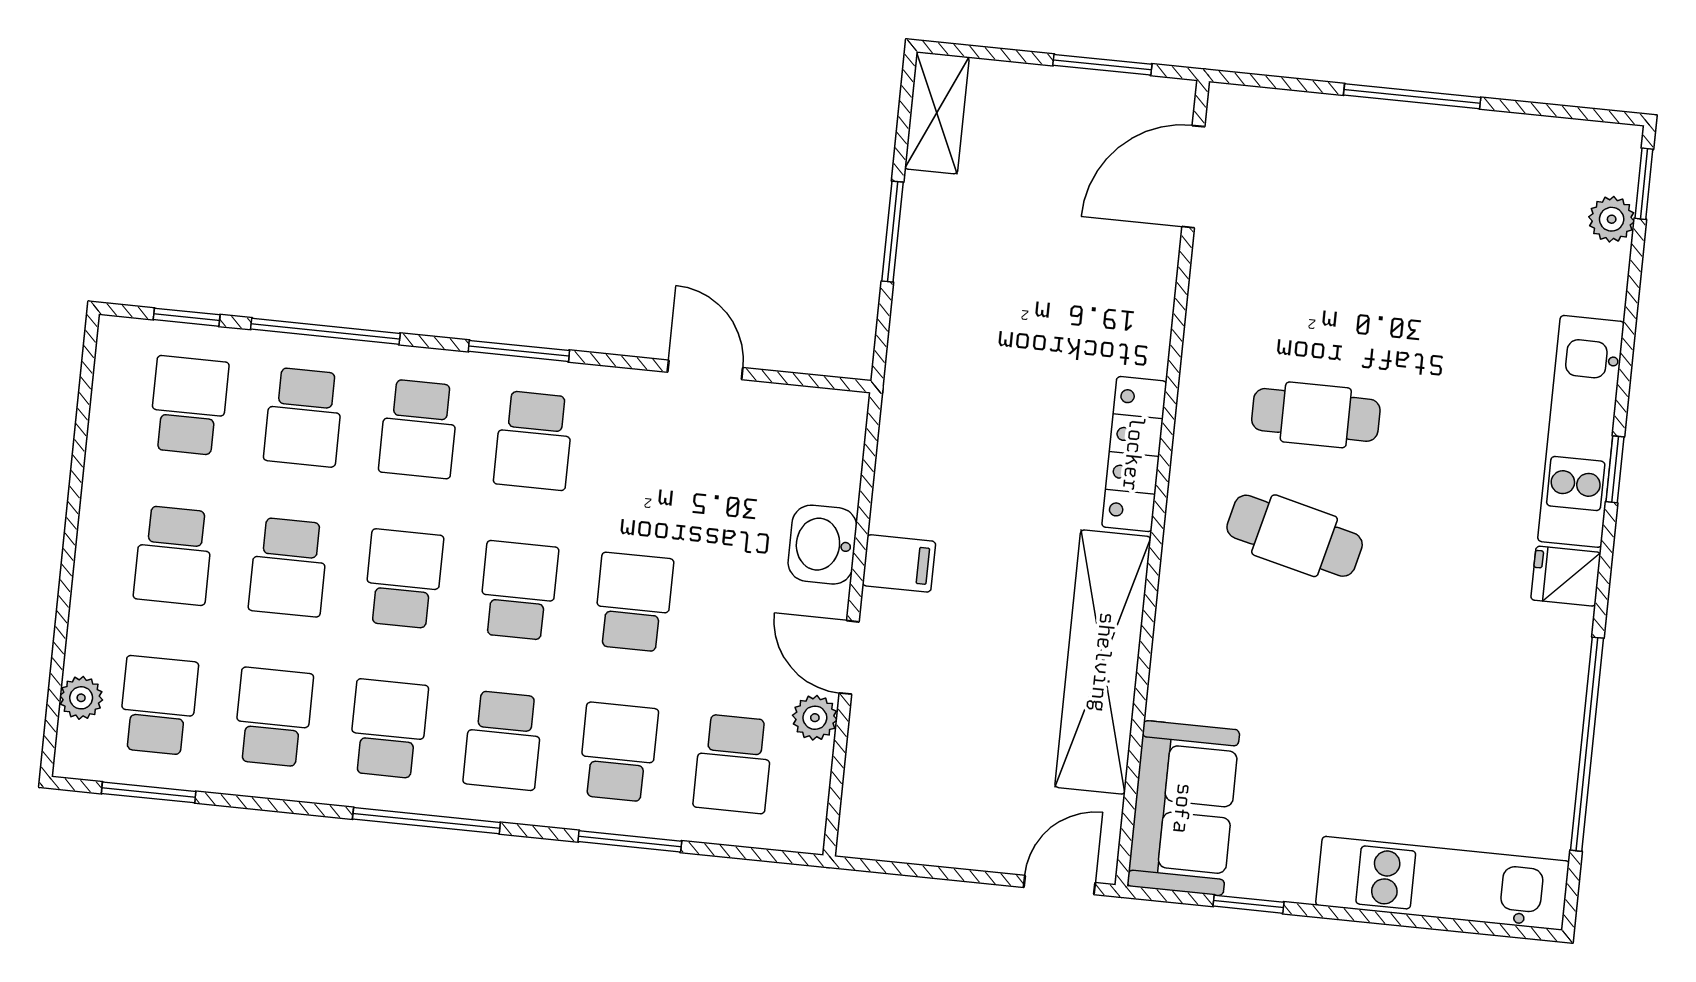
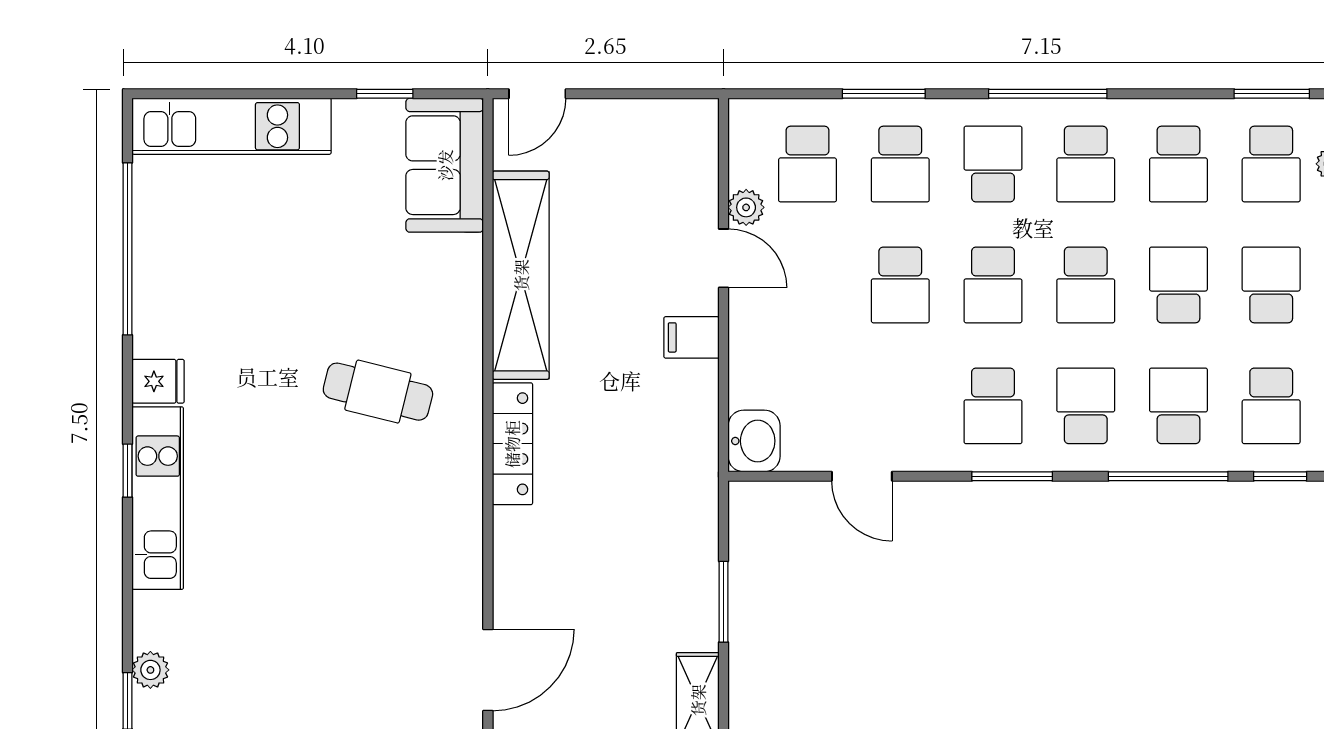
cafe table: (1316, 415) -> (371, 490), removed
school desk: (534, 441) -> (993, 406), turned 180
washbasin: (822, 545) -> (754, 441), moved
school desk: (733, 764) -> (808, 164), turned 180

